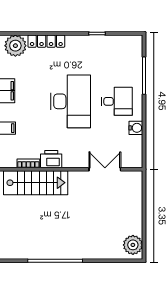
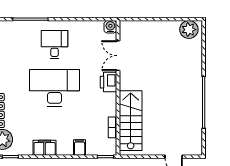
water cooler: (136, 128) -> (110, 27), moved
printer: (51, 159) -> (109, 82), moved

